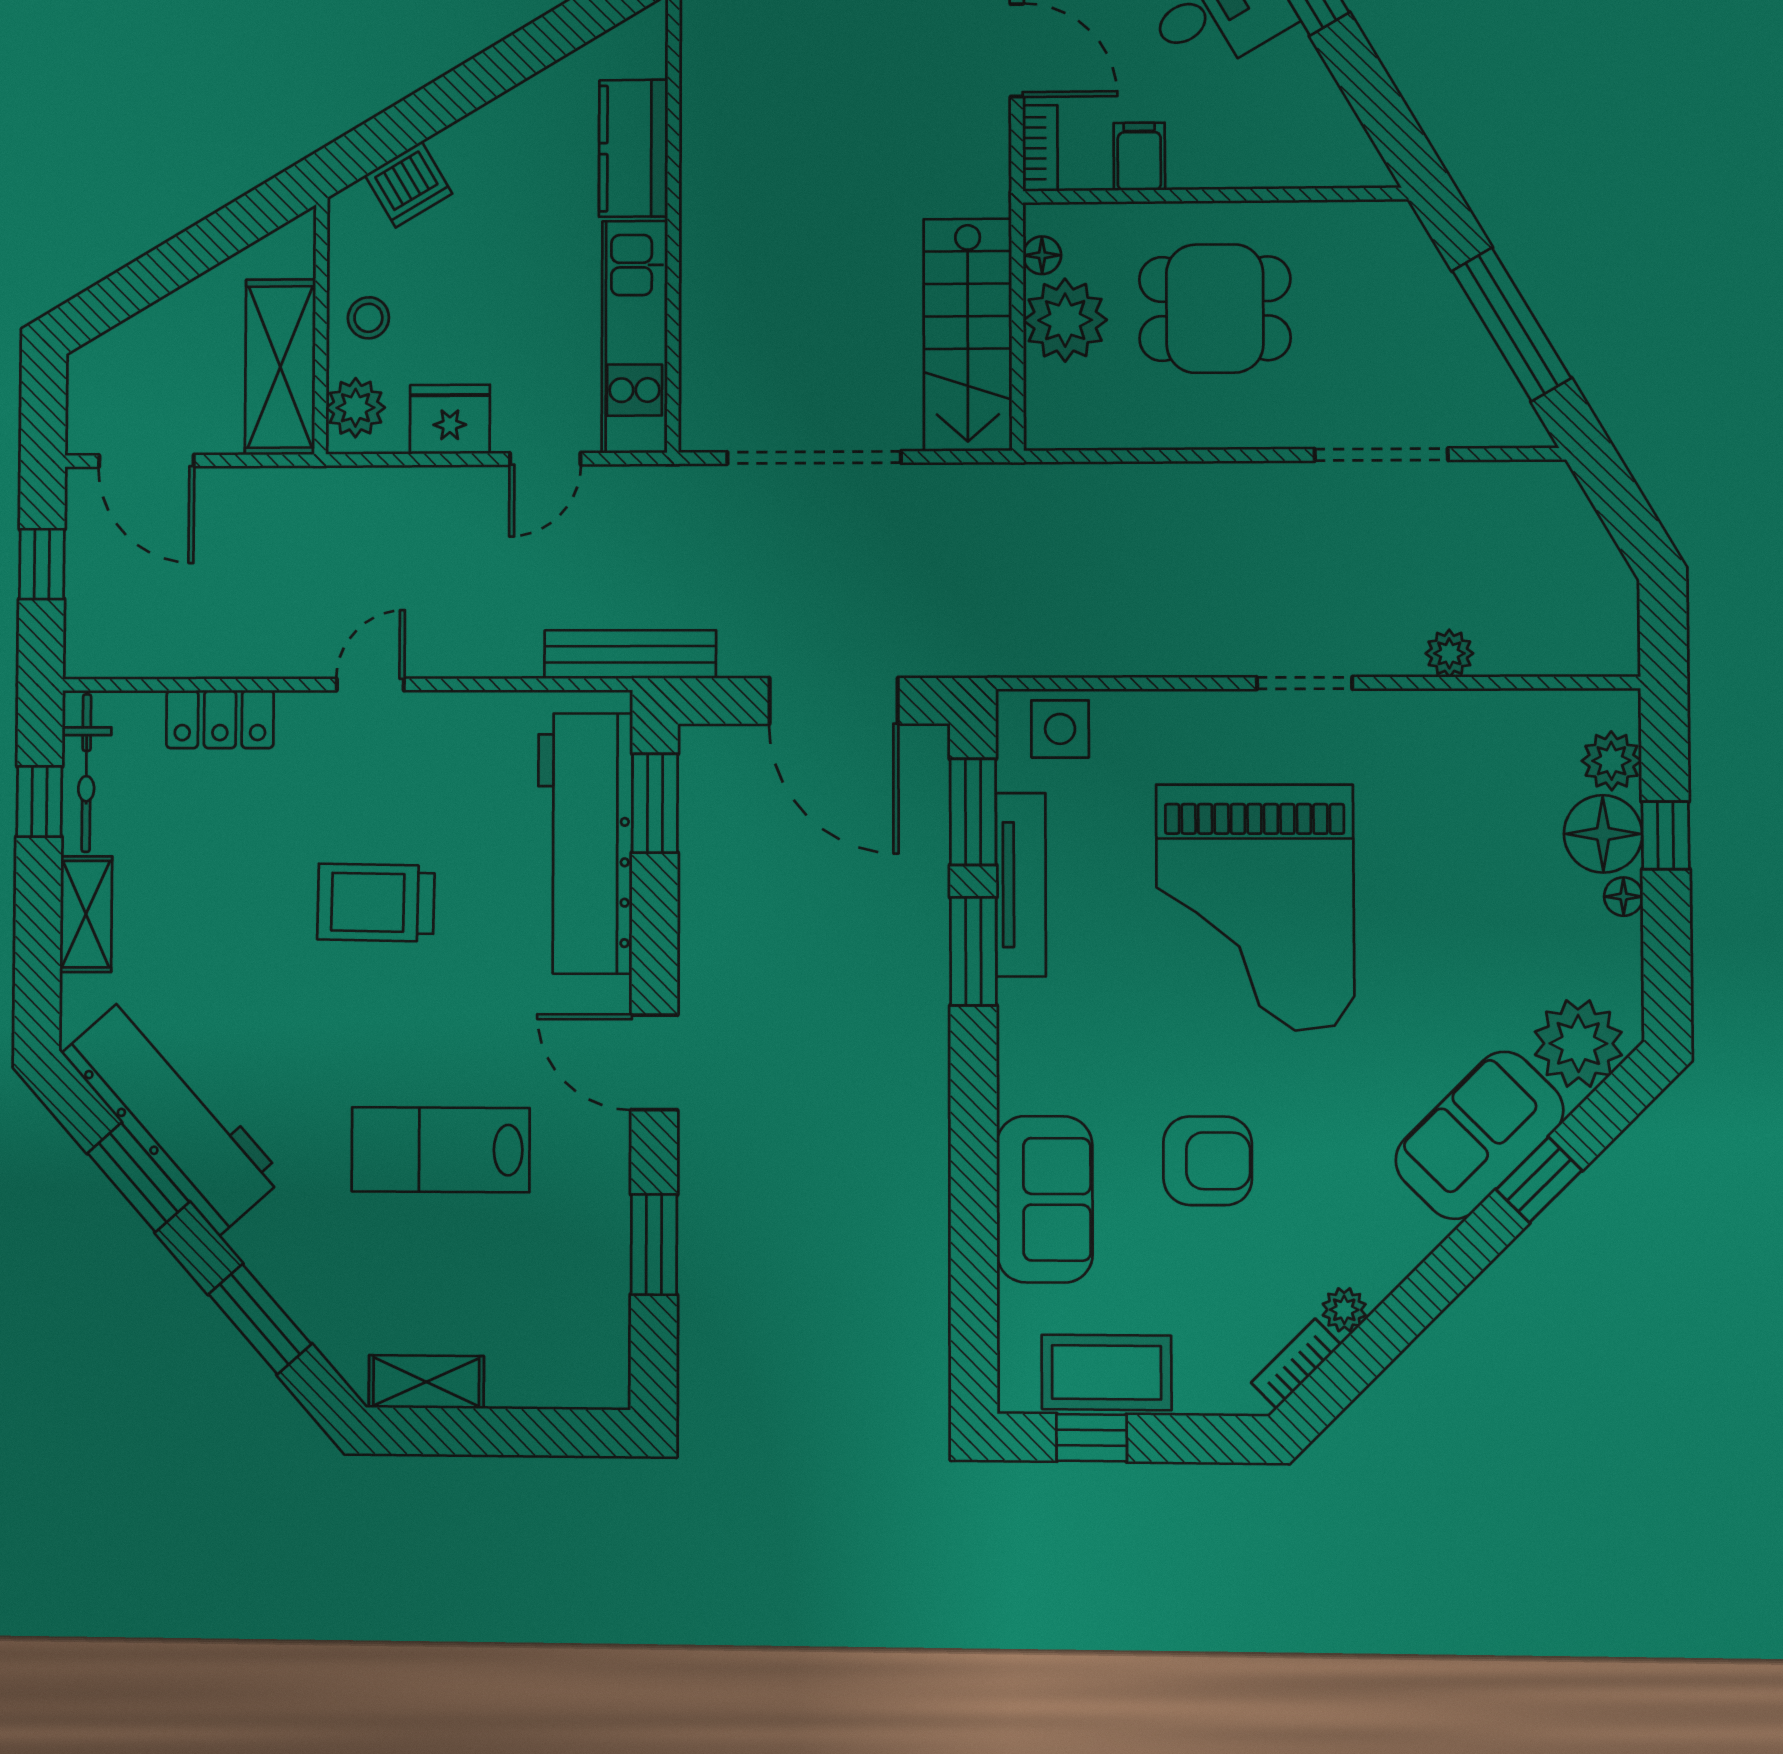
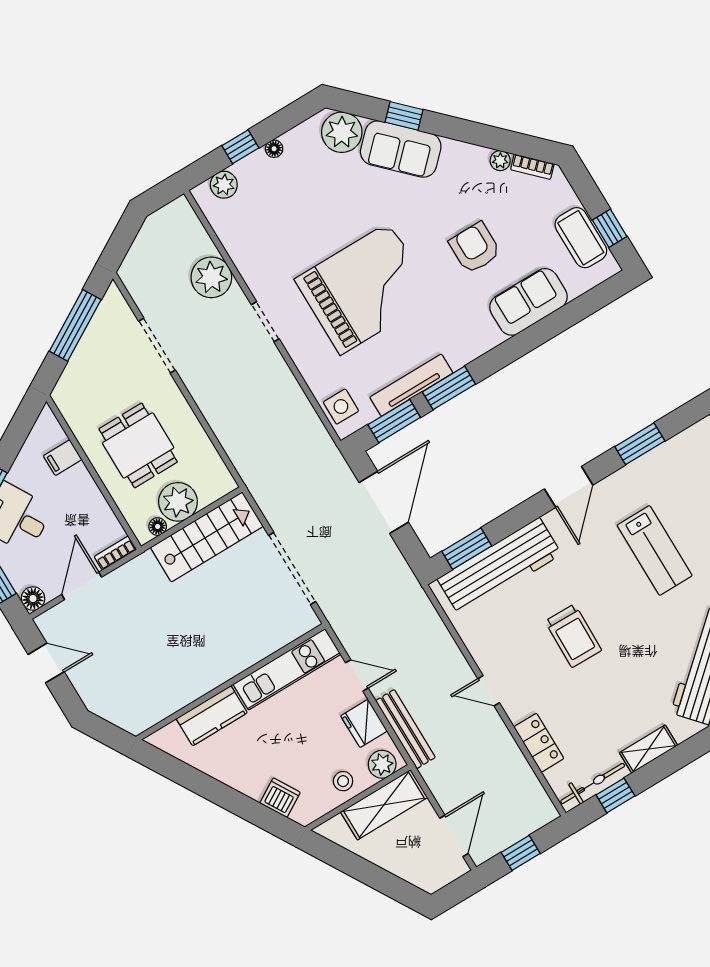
filing cabinet: (1139, 156) -> (63, 458), moved
plant: (1449, 653) -> (211, 277), width x1.87, depth x1.87
bench: (630, 654) -> (405, 729), moved
floor lamp: (1603, 834) -> (254, 171), removed

